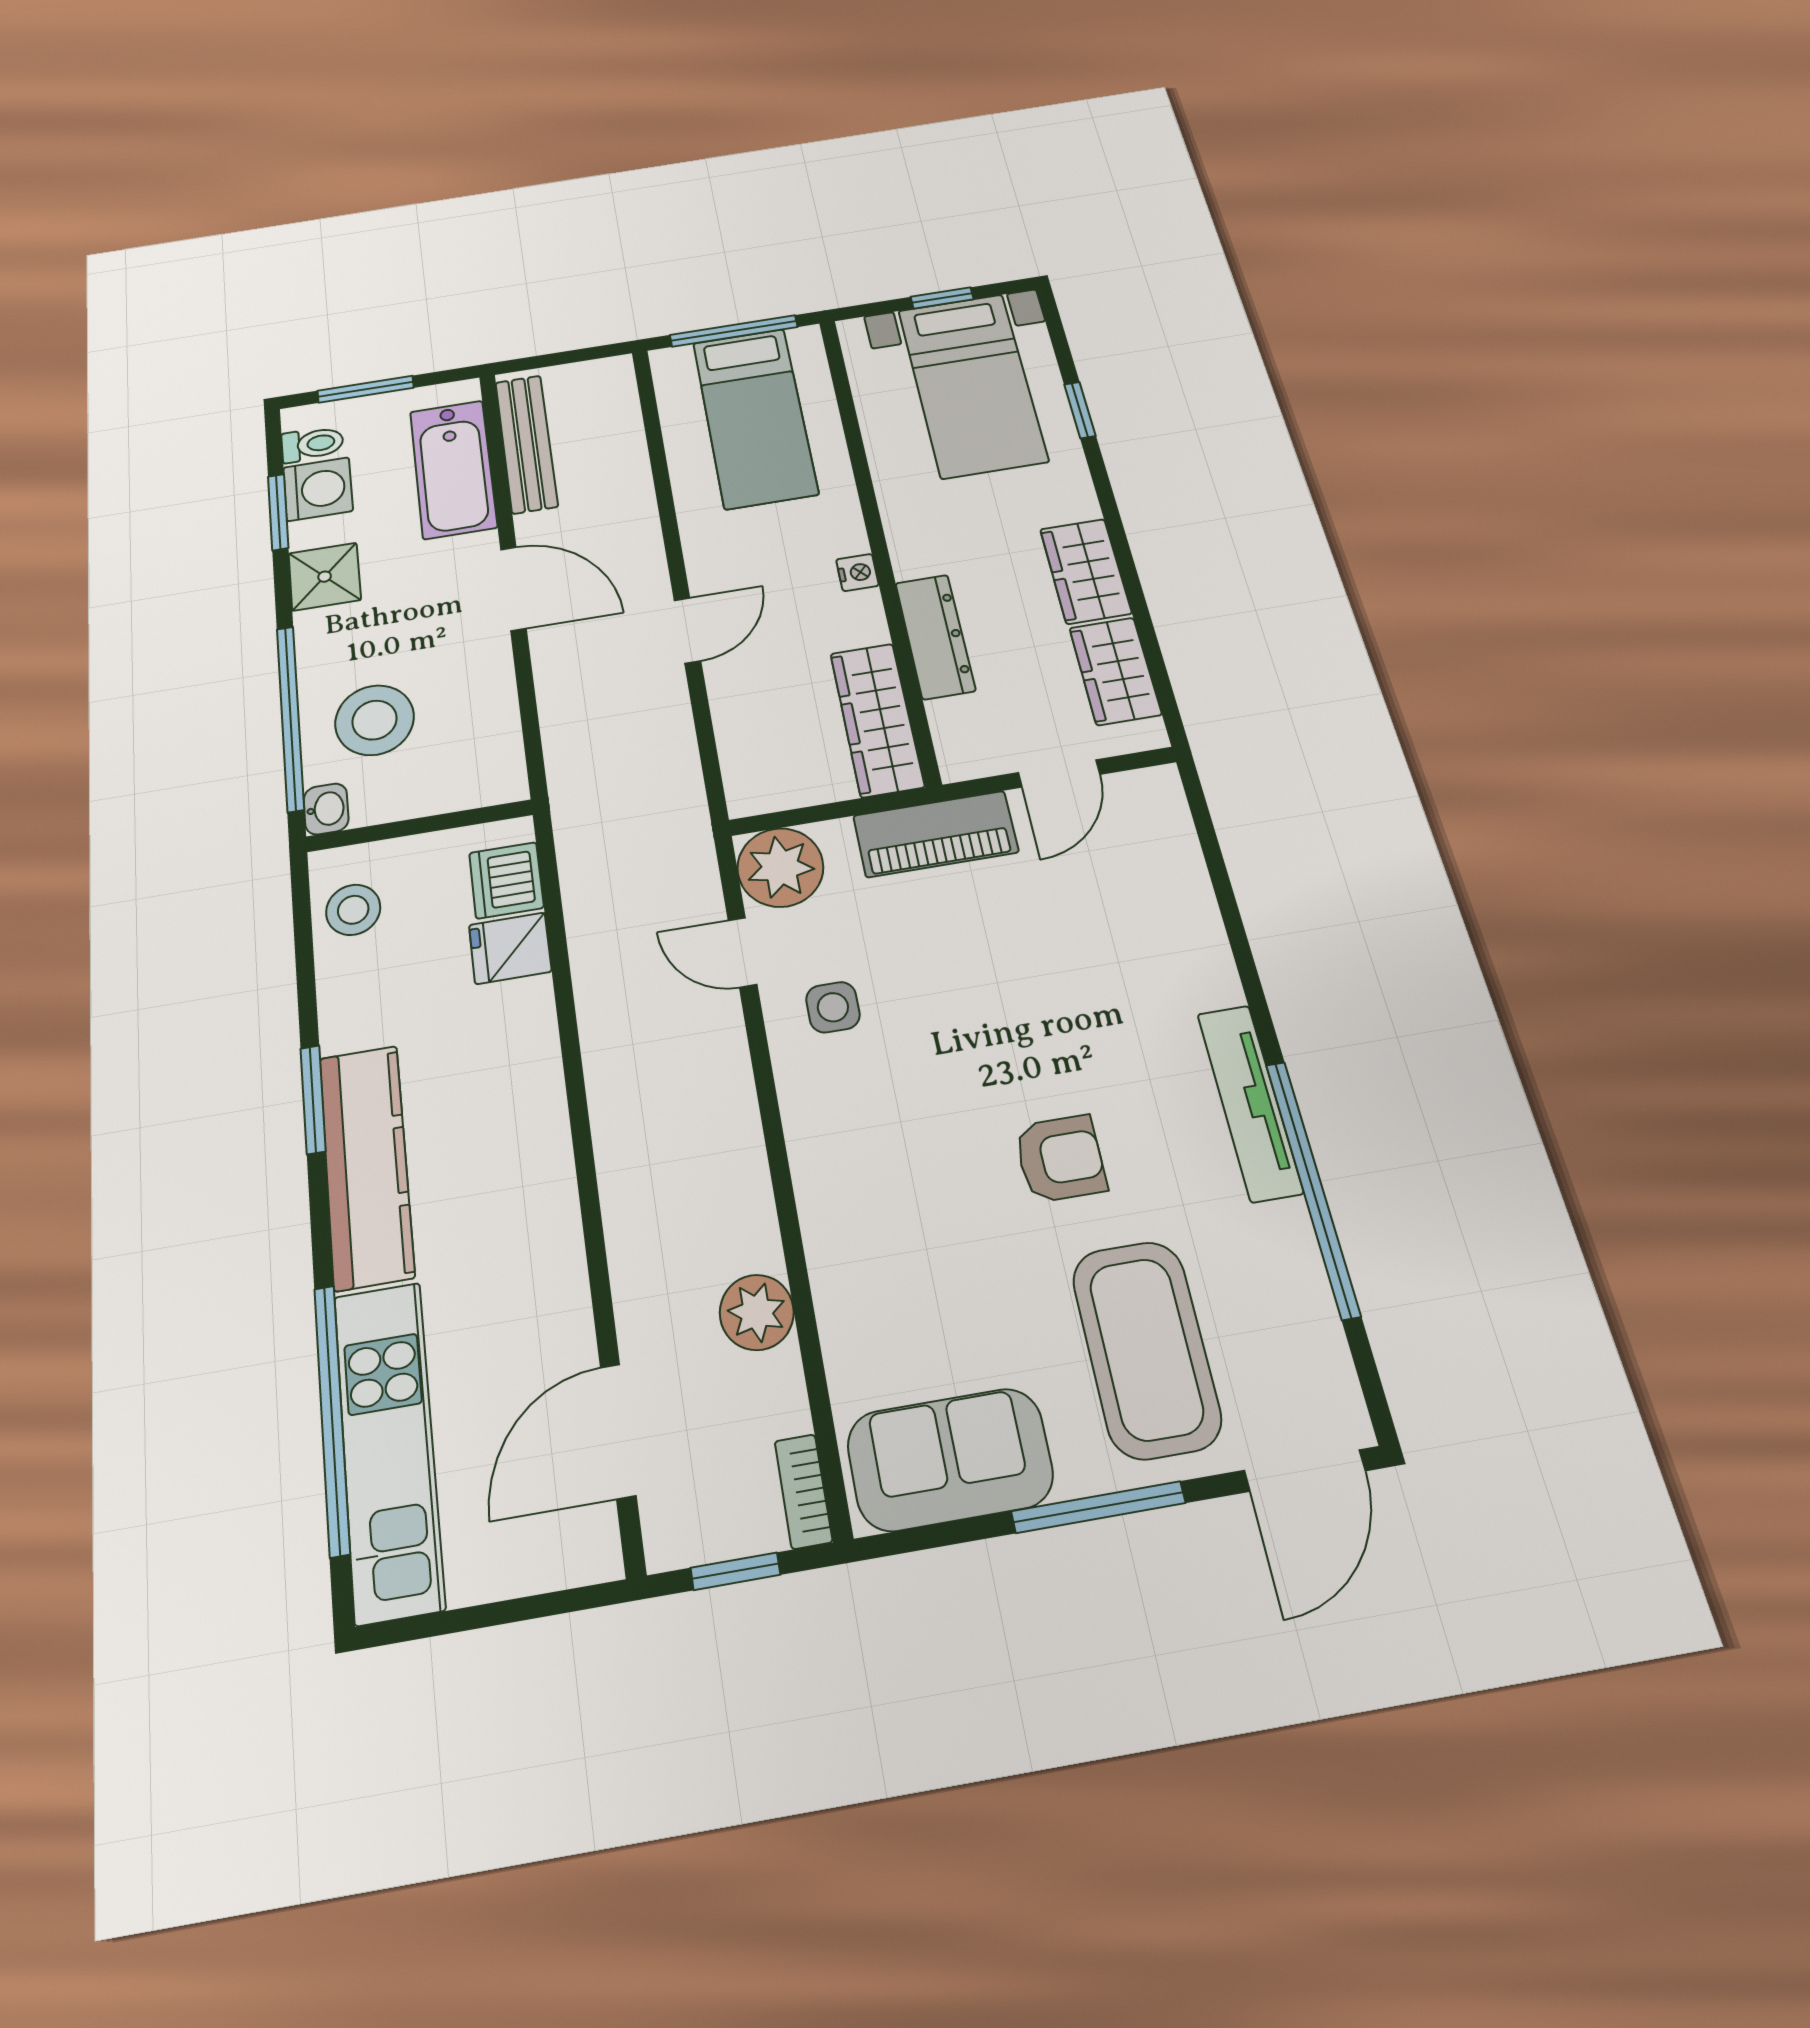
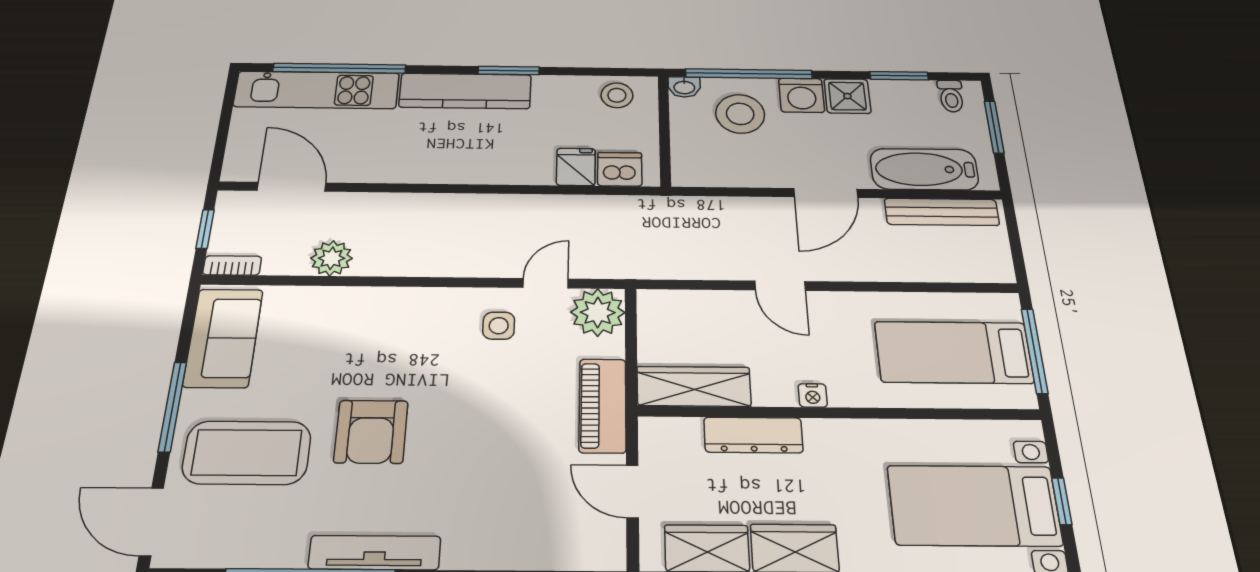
washing machine: (318, 489) -> (802, 95), moved
armchair: (1060, 1159) -> (371, 432), width x1.38, depth x1.38

